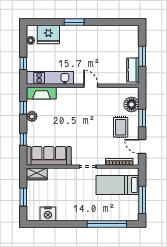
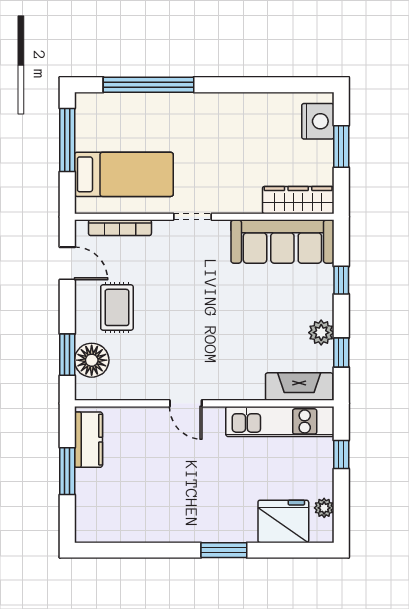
window: (142, 118) -> (67, 355), moved
wardrobe: (37, 174) -> (298, 200), width x1.50
nightstand: (48, 214) -> (318, 121), moved, turned 90

